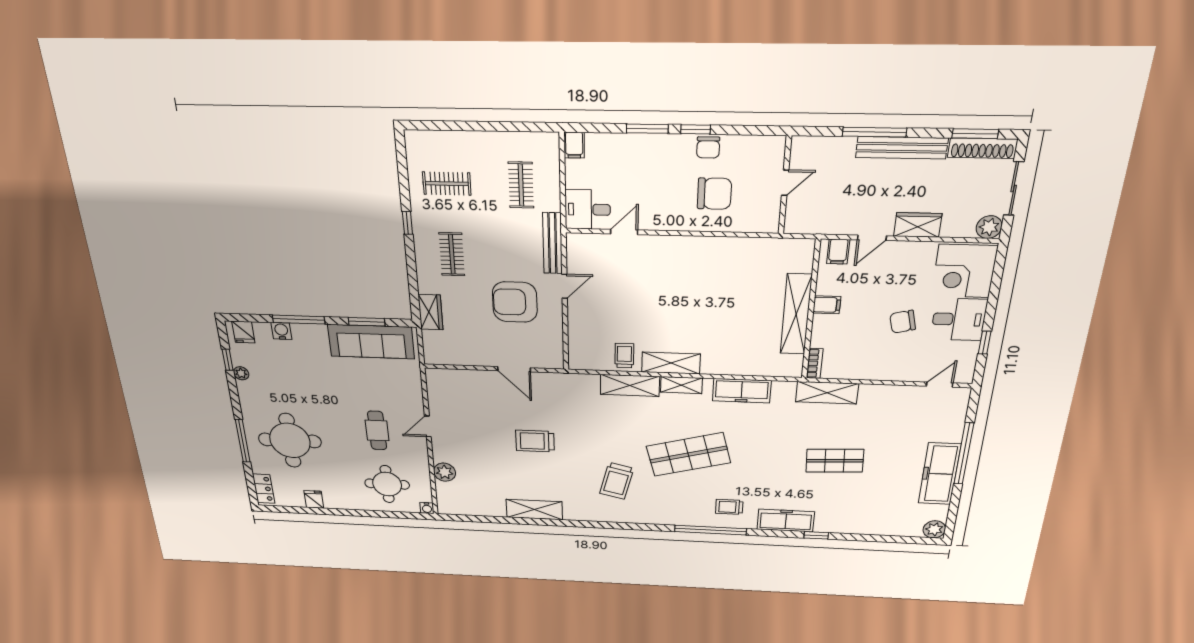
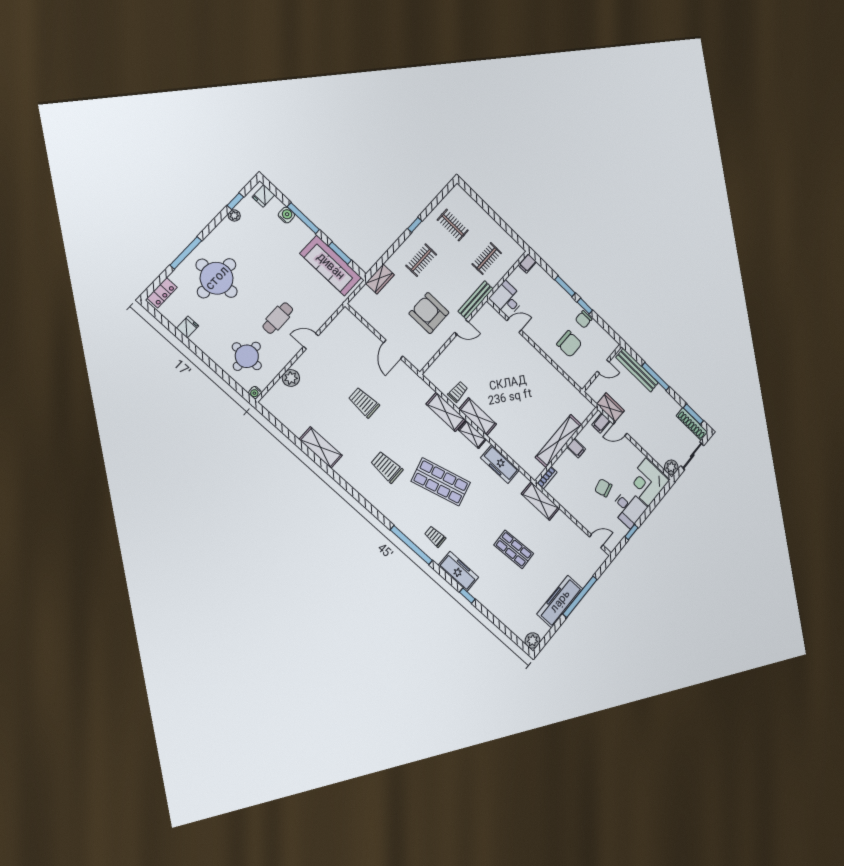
bench: (902, 148) -> (637, 370), moved
wardrobe: (918, 225) -> (611, 407), moved
trolley: (617, 481) -> (387, 467), turned 76

